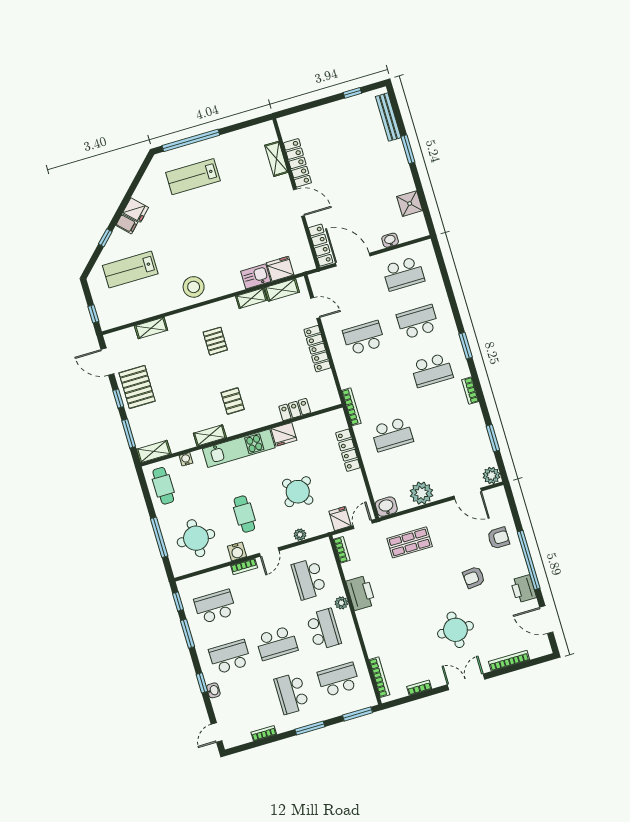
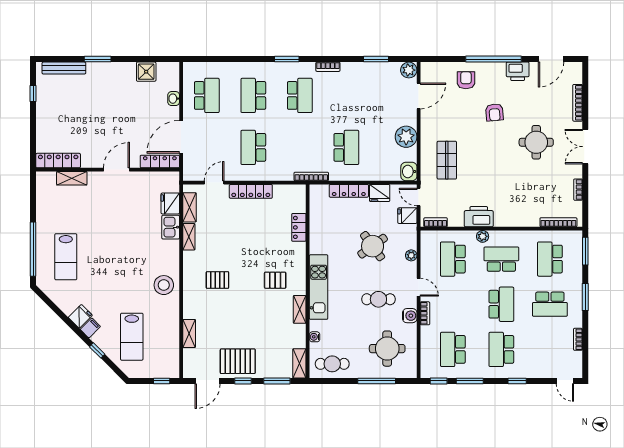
locker: (297, 163) -> (58, 161), moved
fridge: (284, 434) -> (380, 193), moved, turned 90
school desk: (309, 579) -> (453, 259), turned 90
washbasin: (213, 690) -> (527, 373), removed

